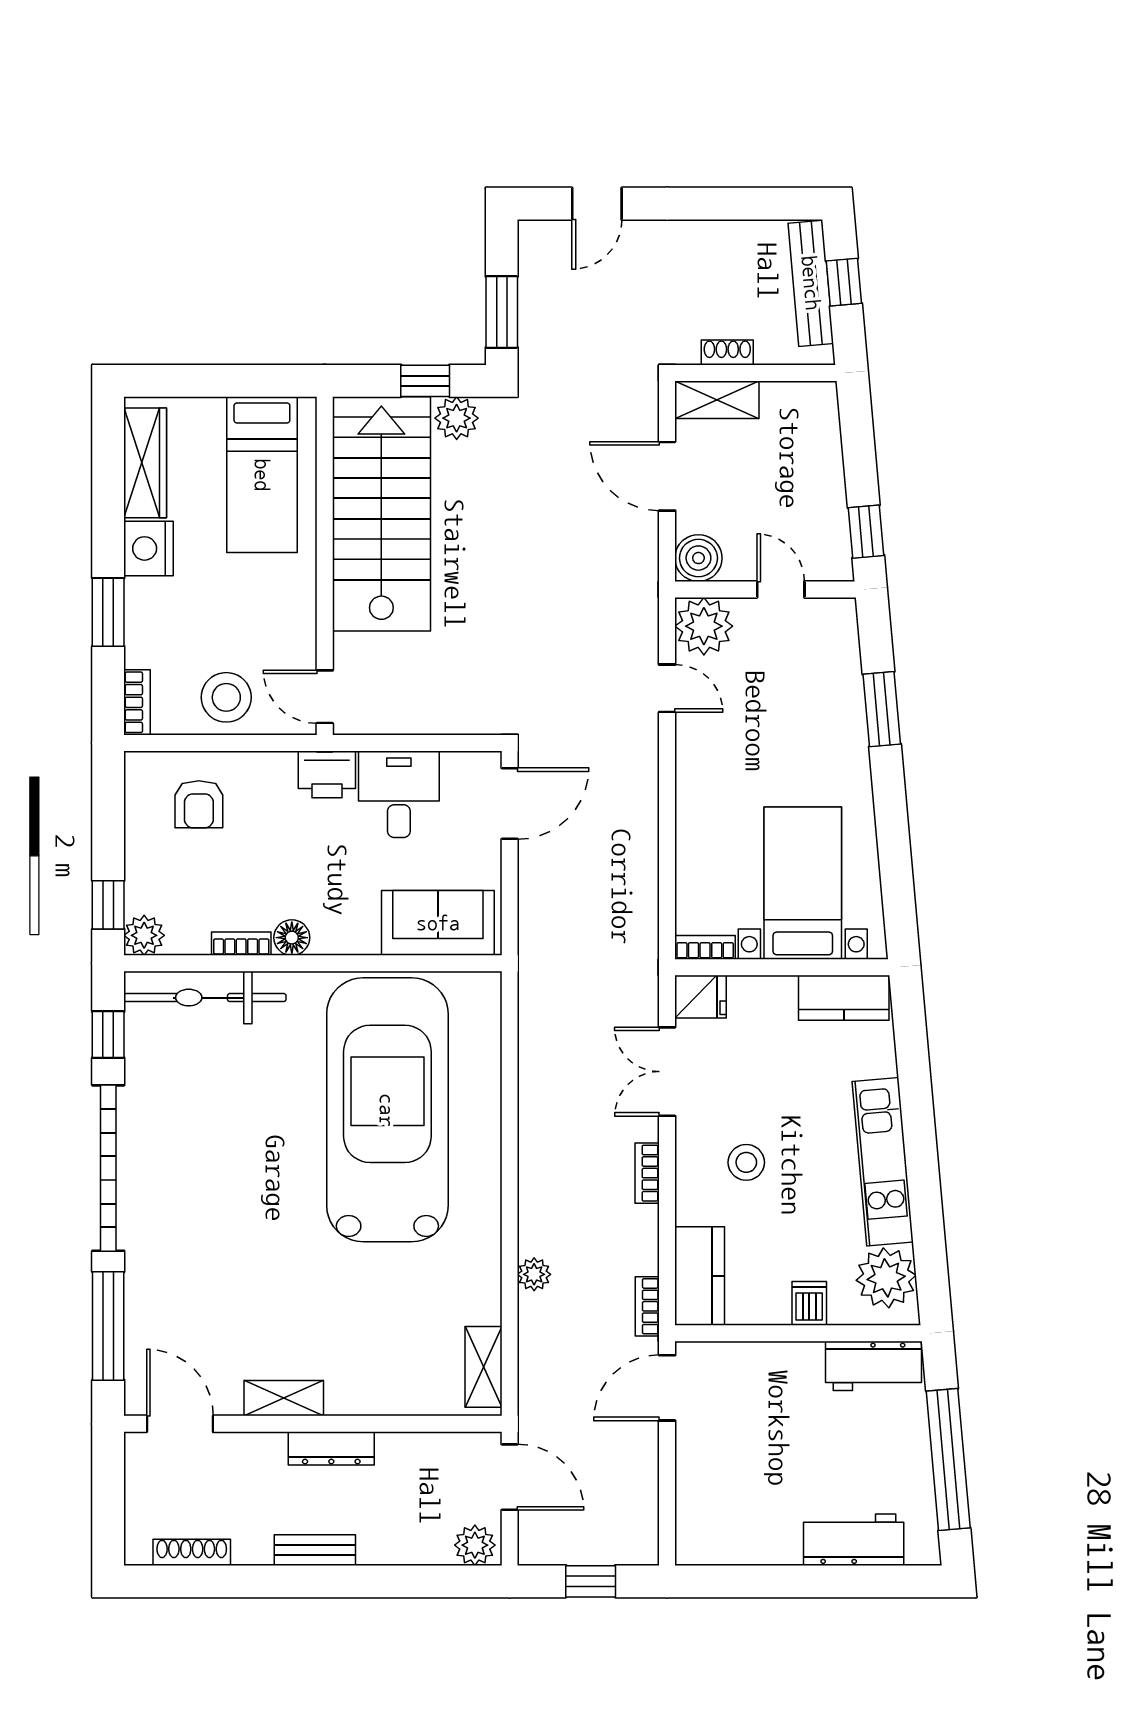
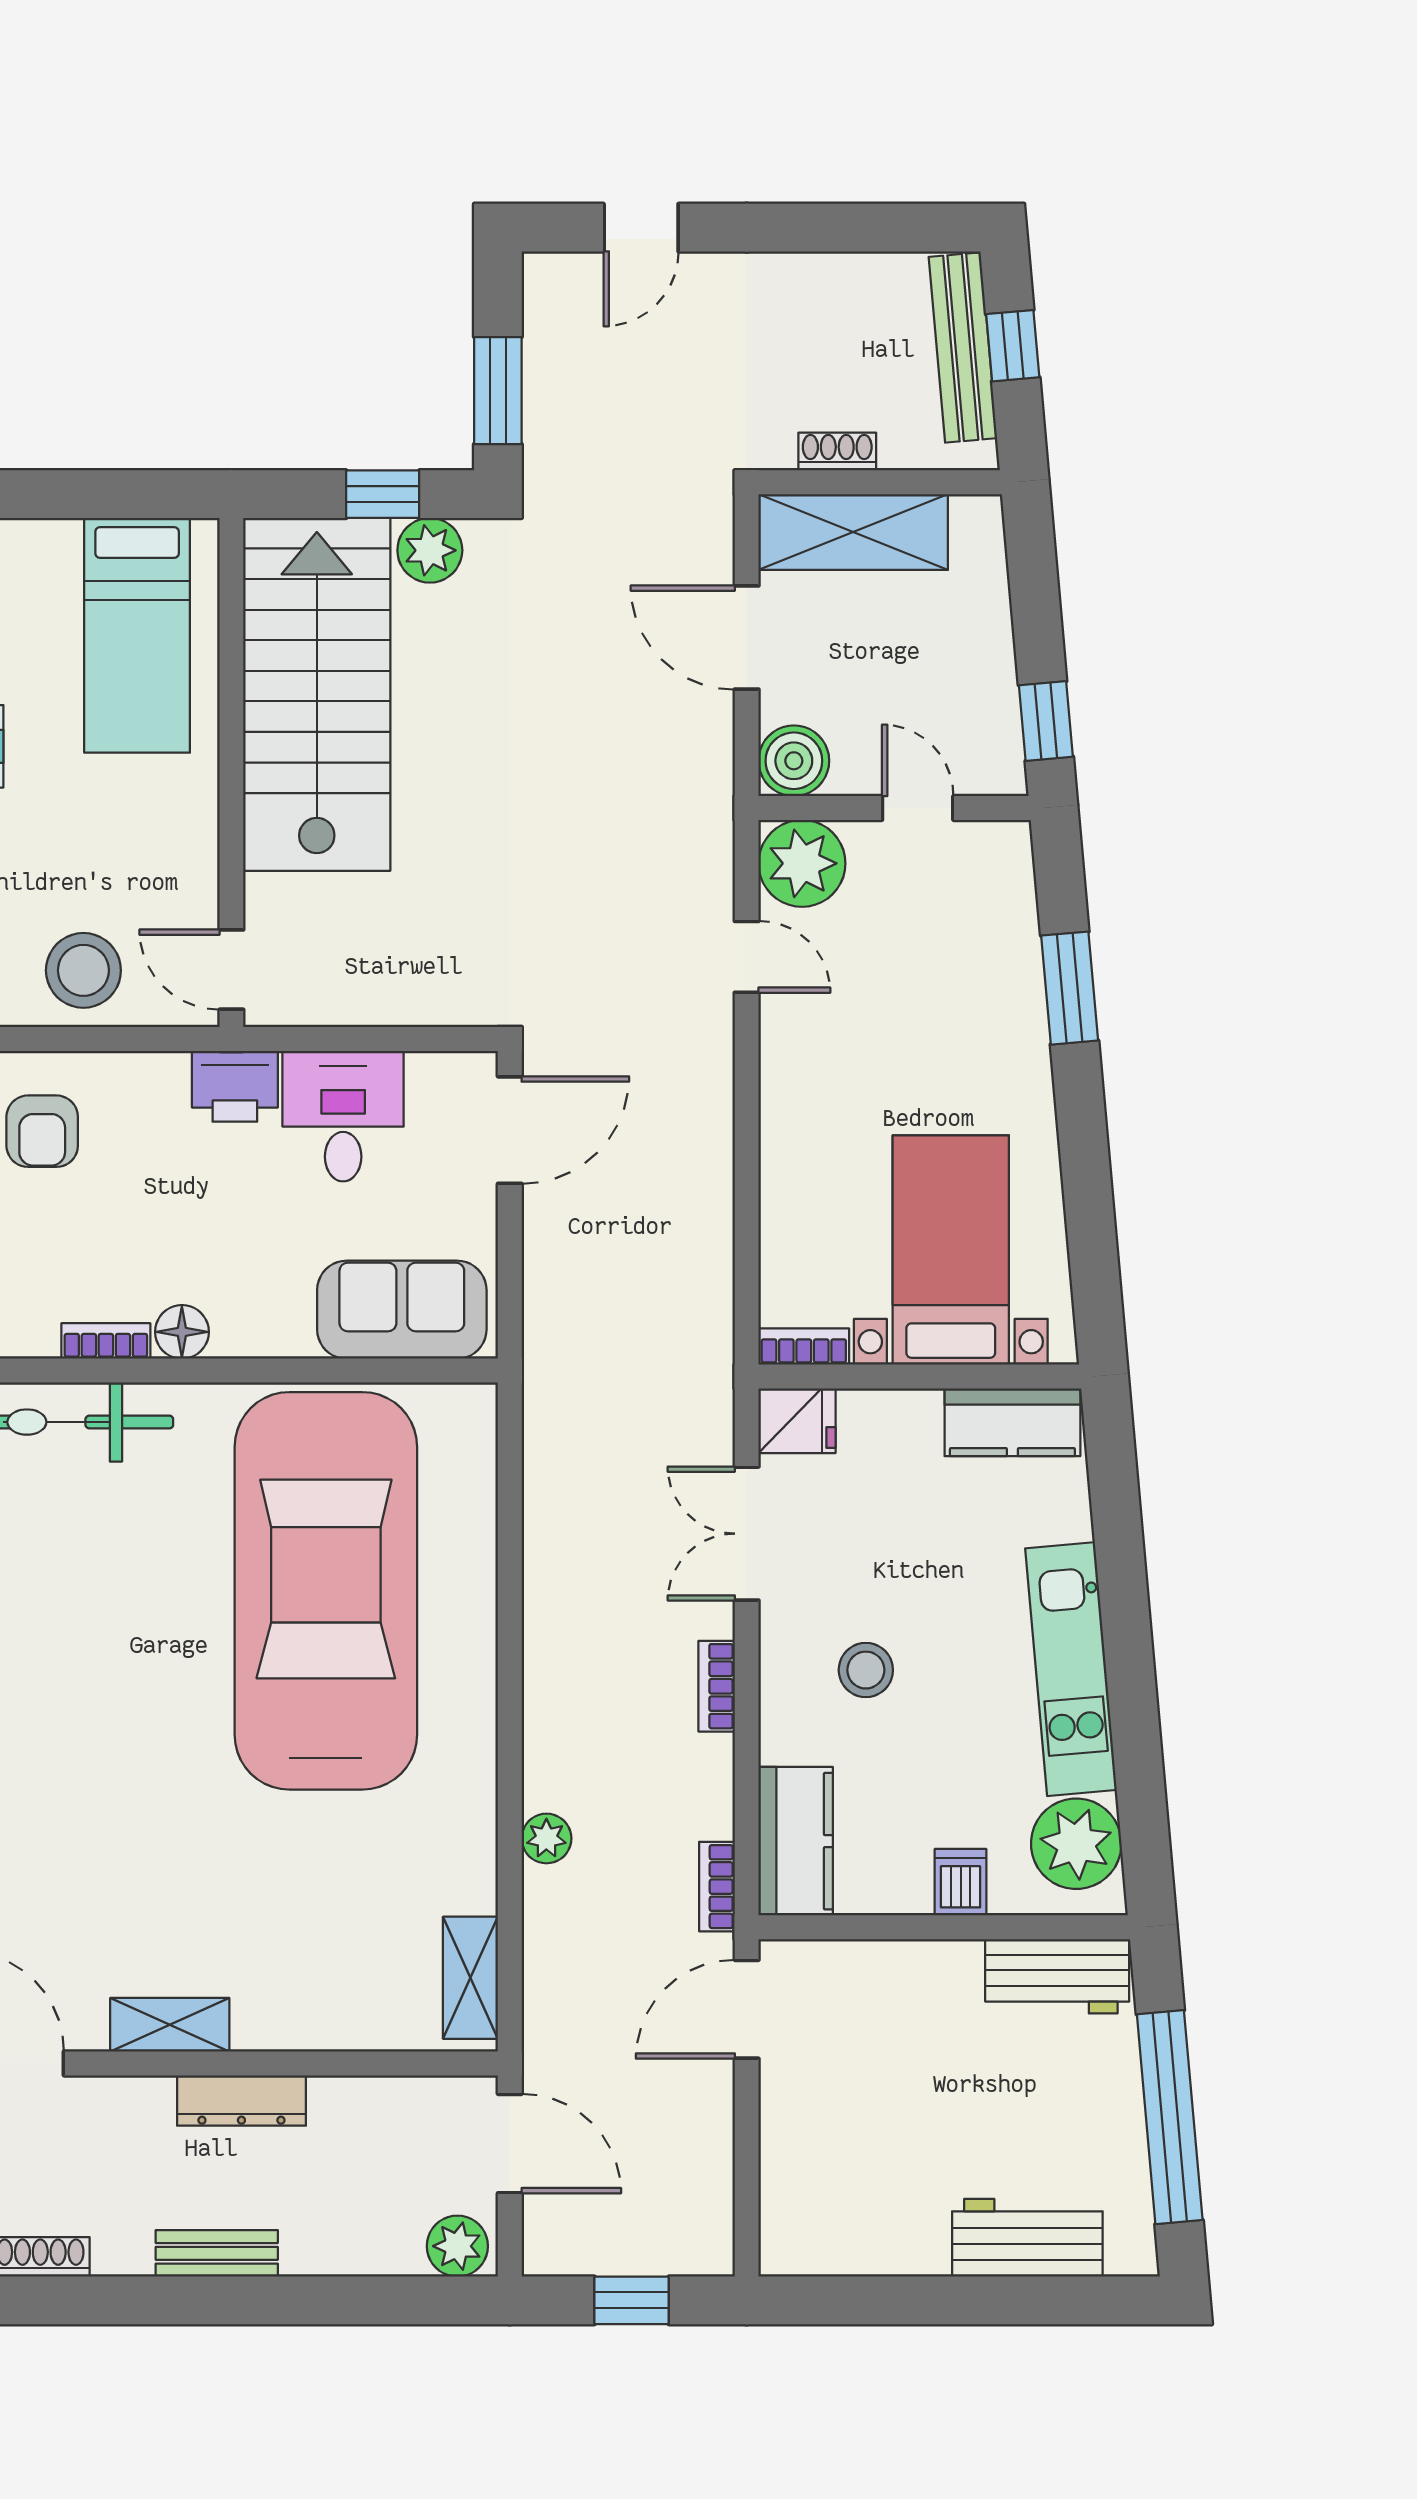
shelving: (717, 400) -> (853, 532), width x1.50, depth x1.33

